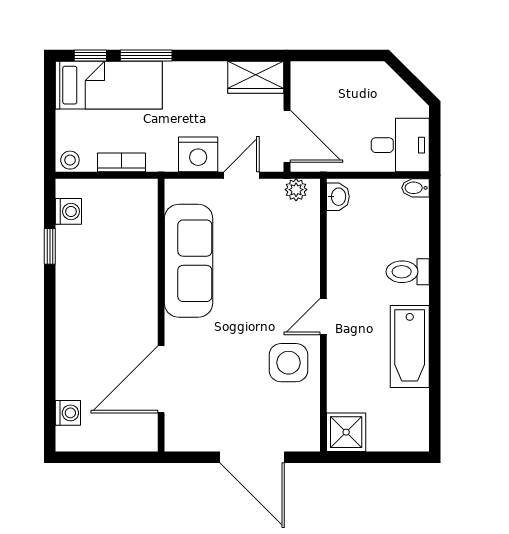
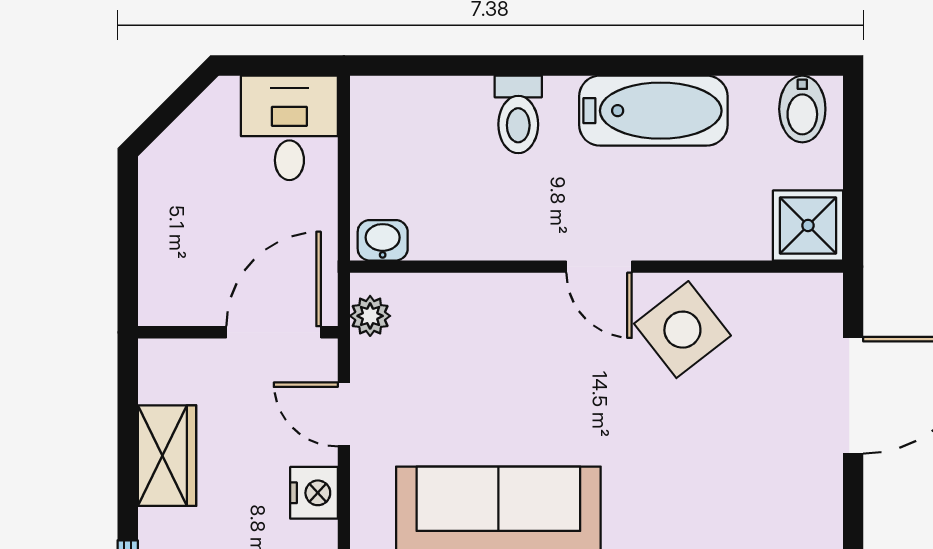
wardrobe: (256, 77) -> (167, 456), moved
nightstand: (198, 154) -> (314, 493), width x0.74, depth x0.75
bidet: (415, 188) -> (802, 109), moved, width x1.38, depth x1.36
side table: (288, 363) -> (682, 330), turned -38

